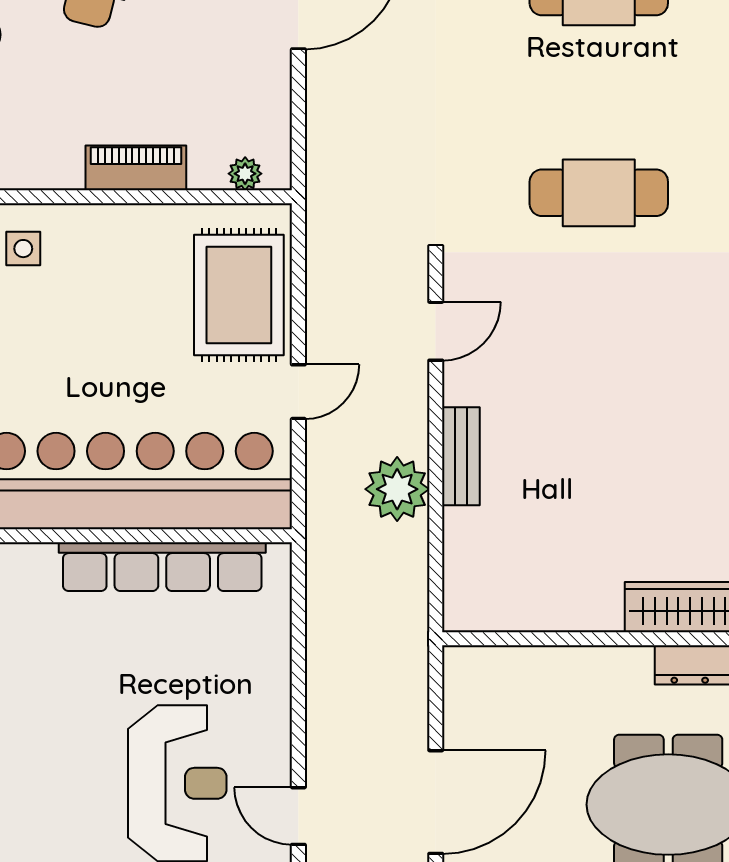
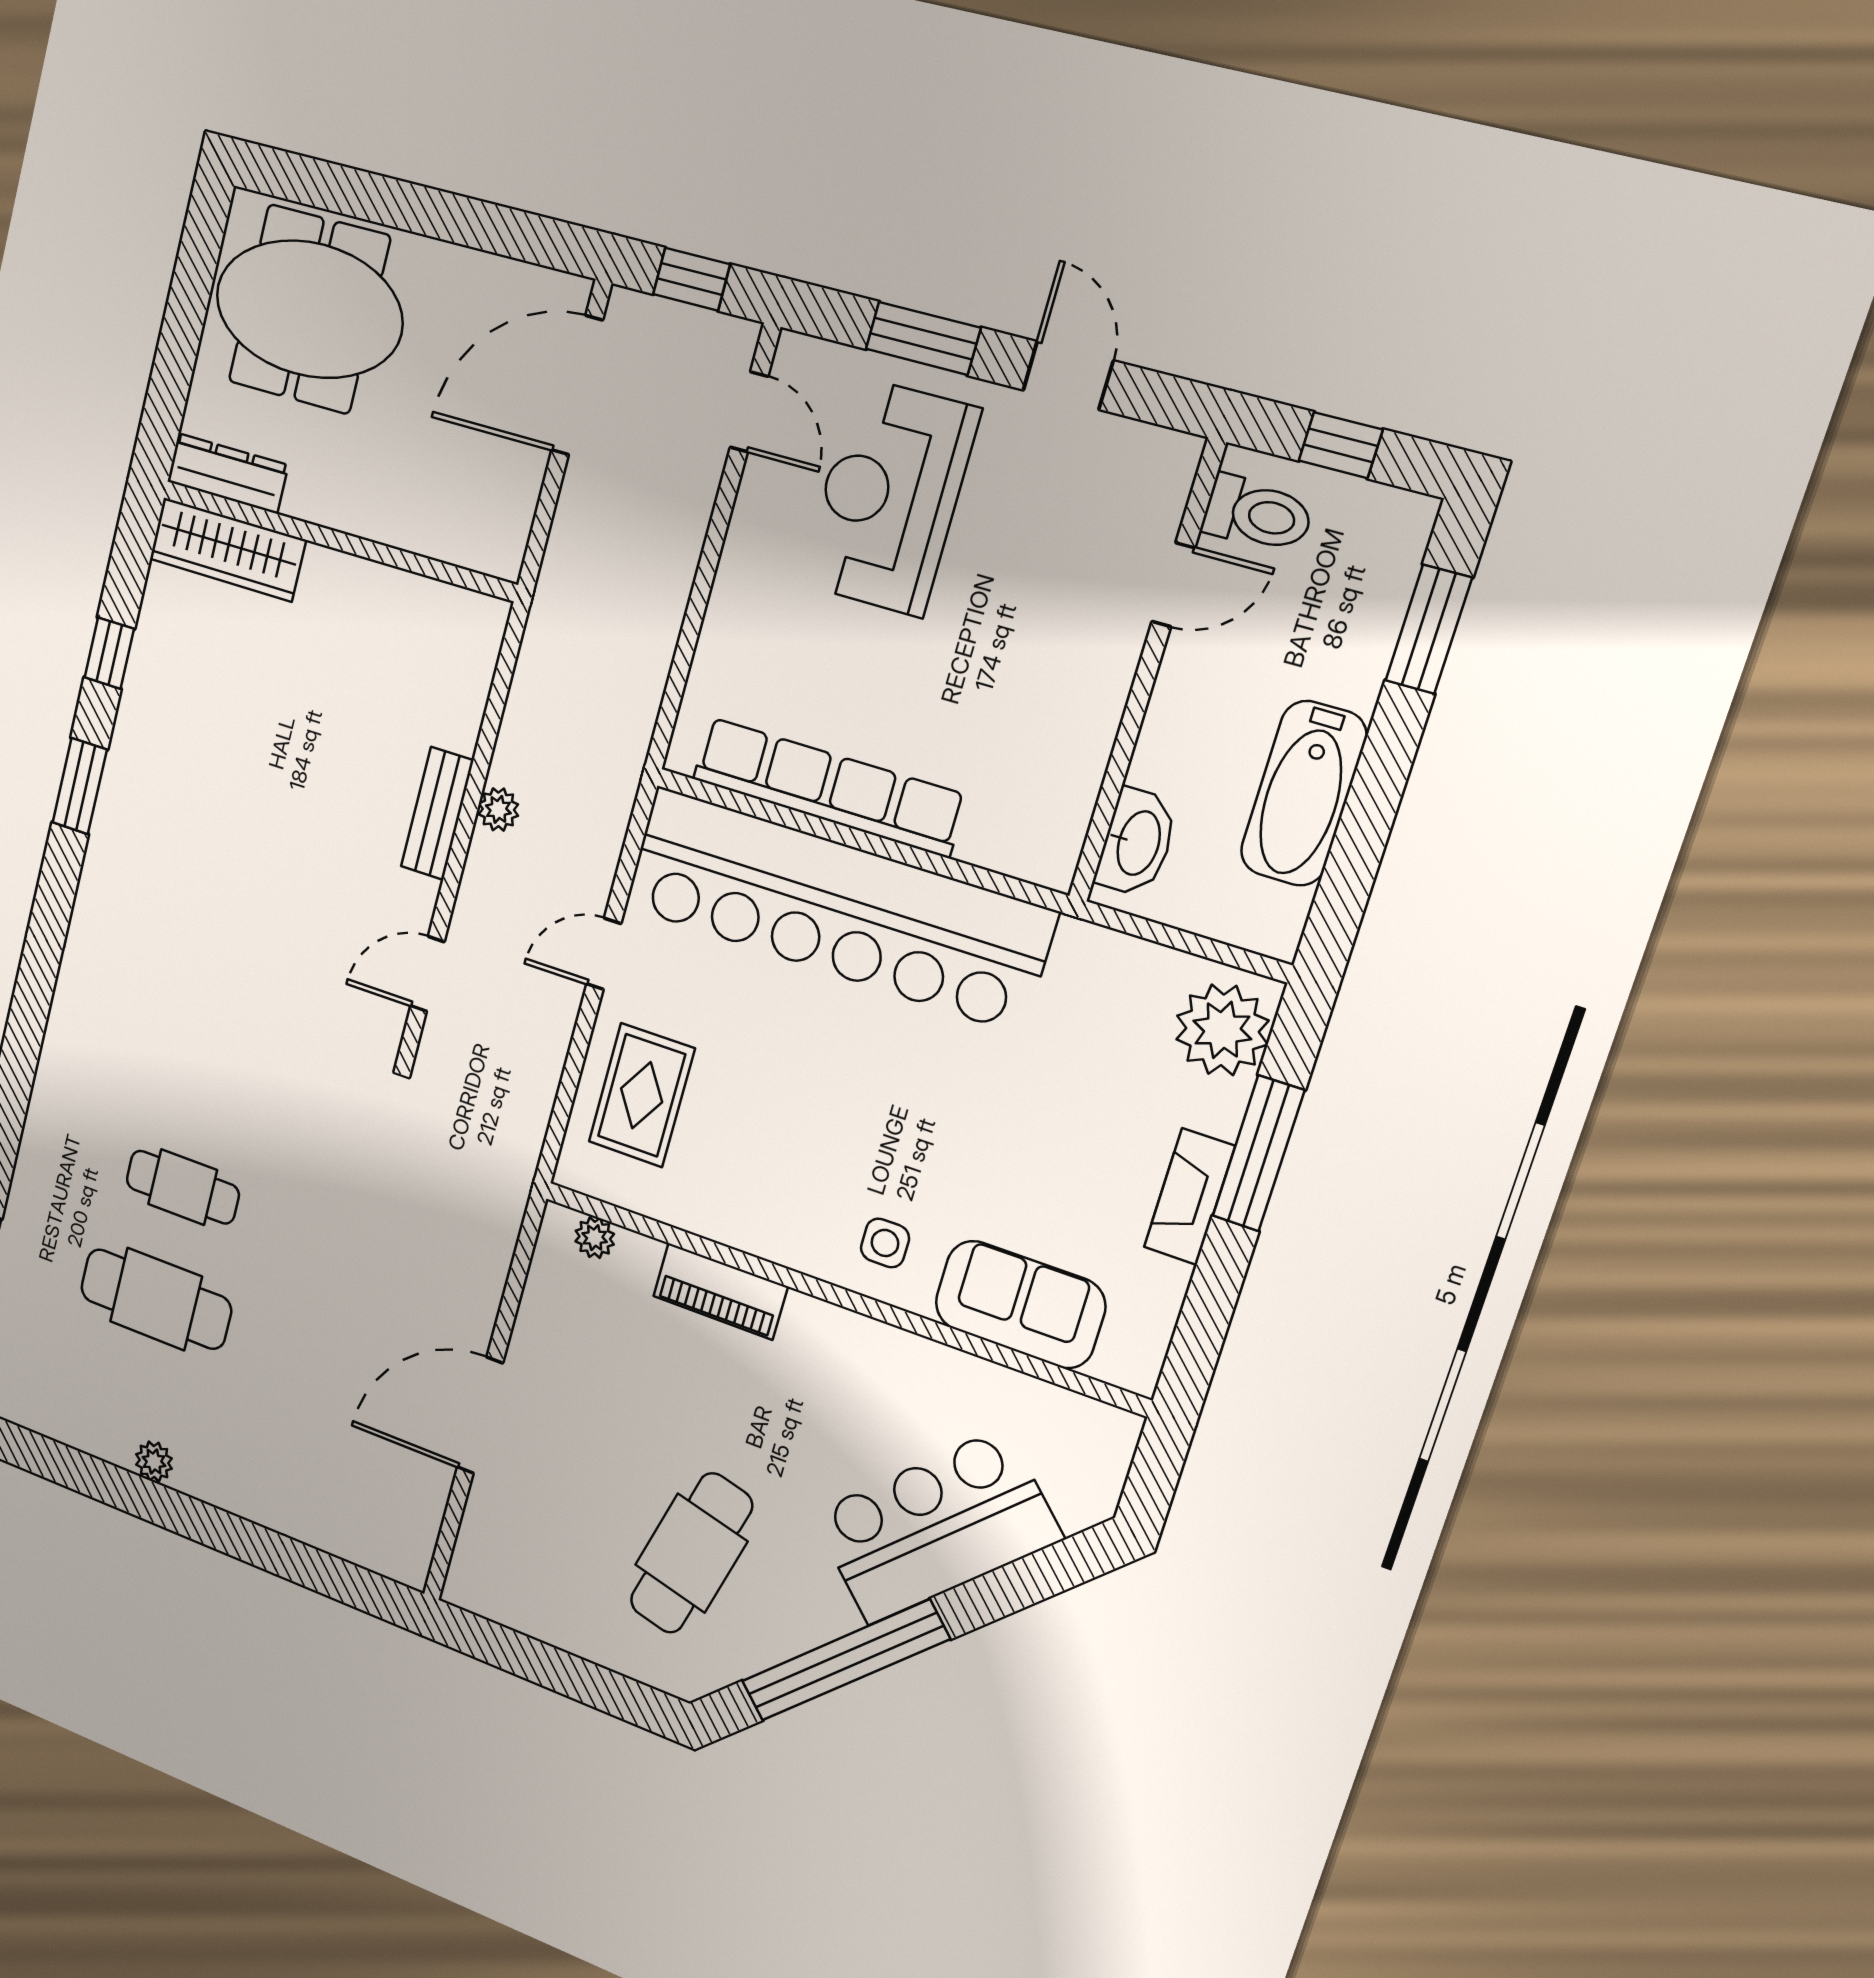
cafe table: (599, 193) -> (183, 1187), moved, width x0.73, depth x0.74
rug: (239, 295) -> (642, 1095), width x0.73, depth x0.70
plant: (397, 489) -> (498, 809), width x0.53, depth x0.53

